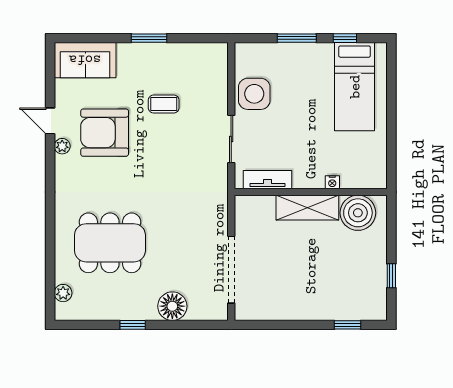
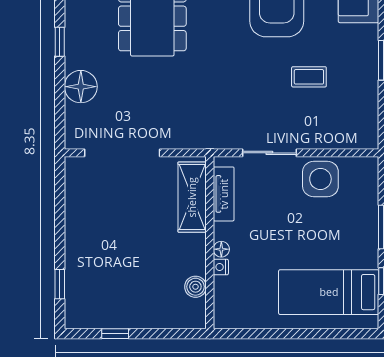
coffee table: (164, 104) -> (309, 77), turned 90
floor lamp: (316, 182) -> (221, 249), added
shelving: (307, 208) -> (192, 197), moved
boiler: (358, 213) -> (195, 287), width x0.54, depth x0.54

